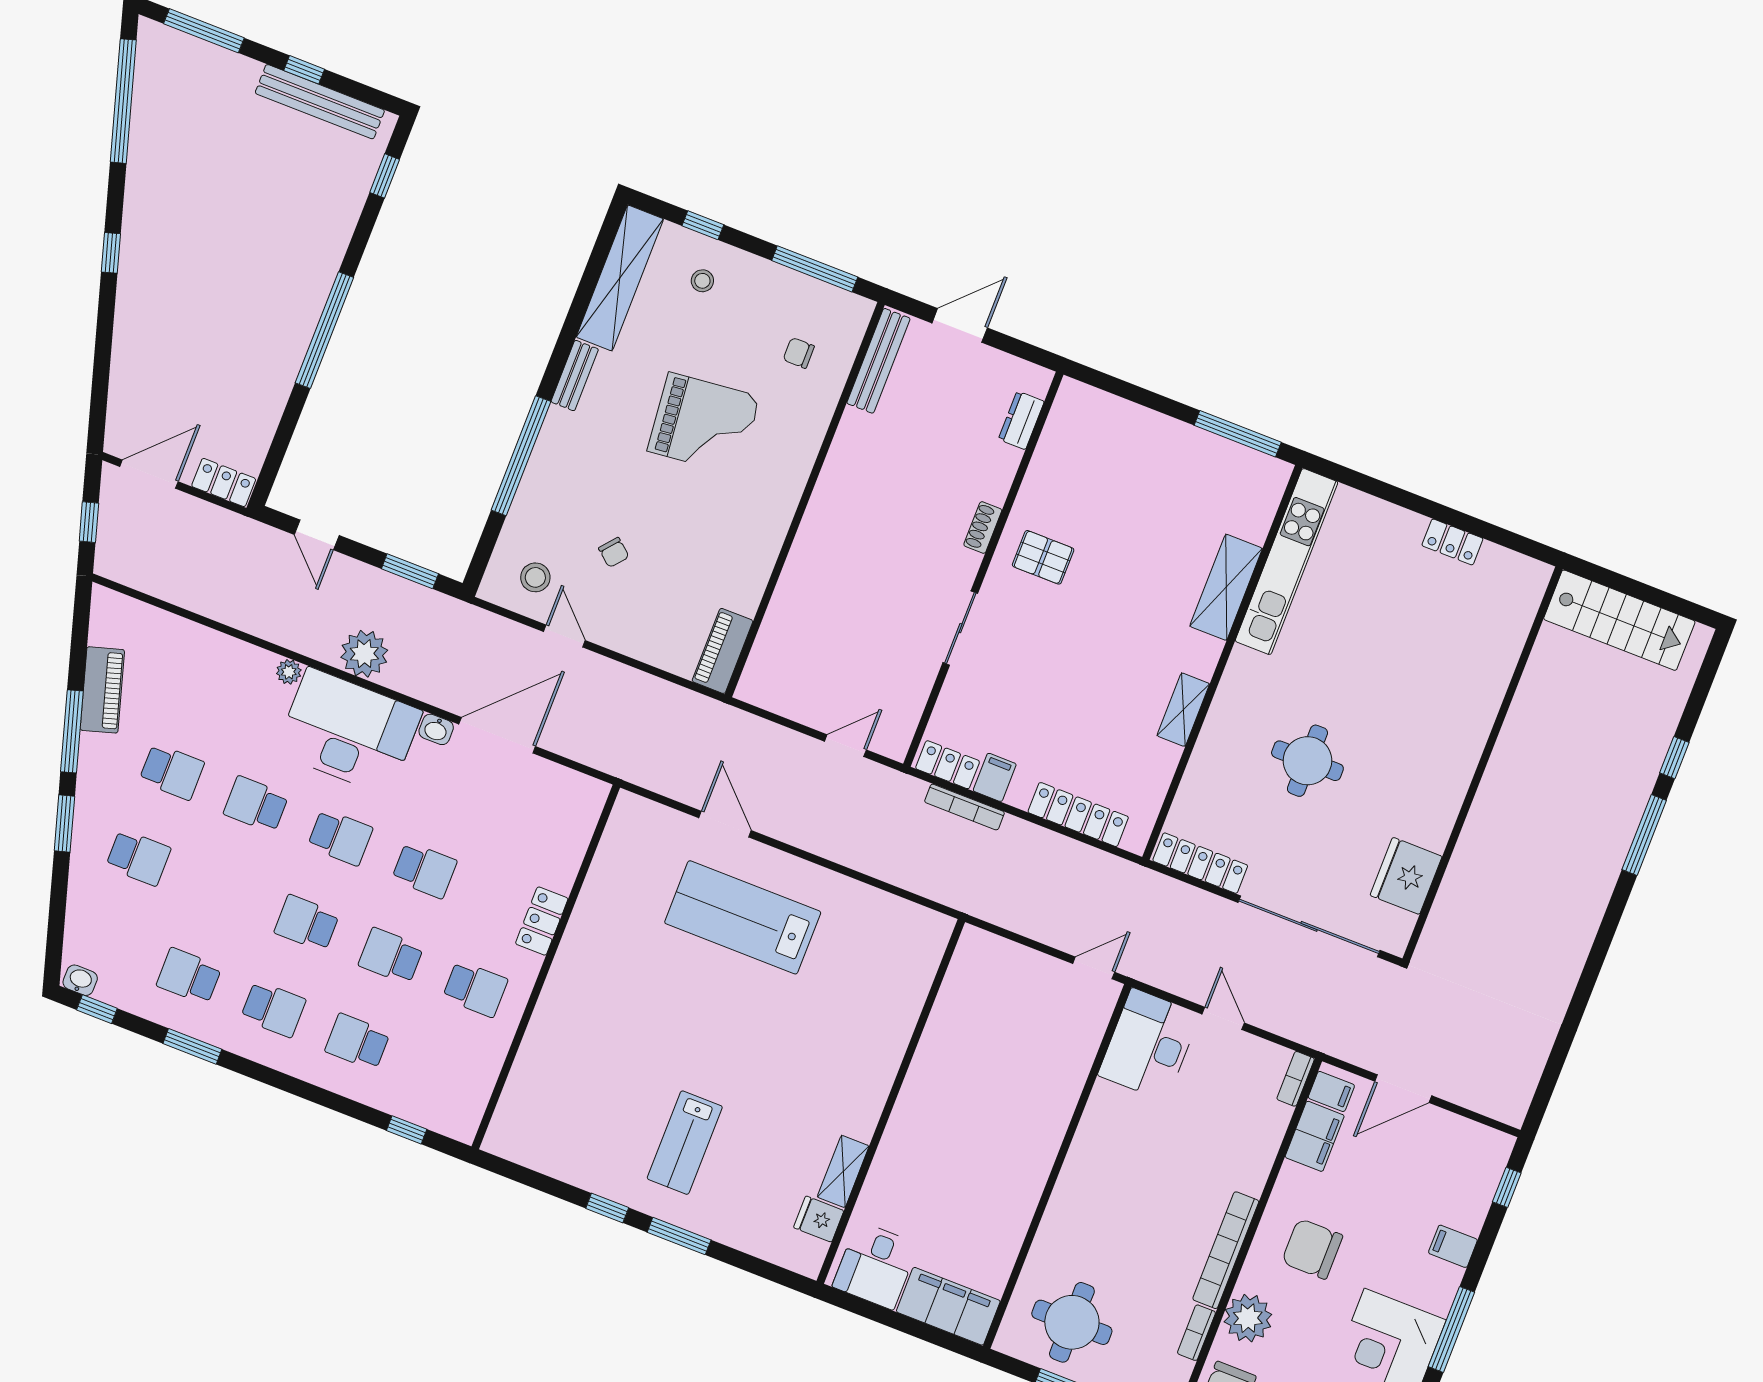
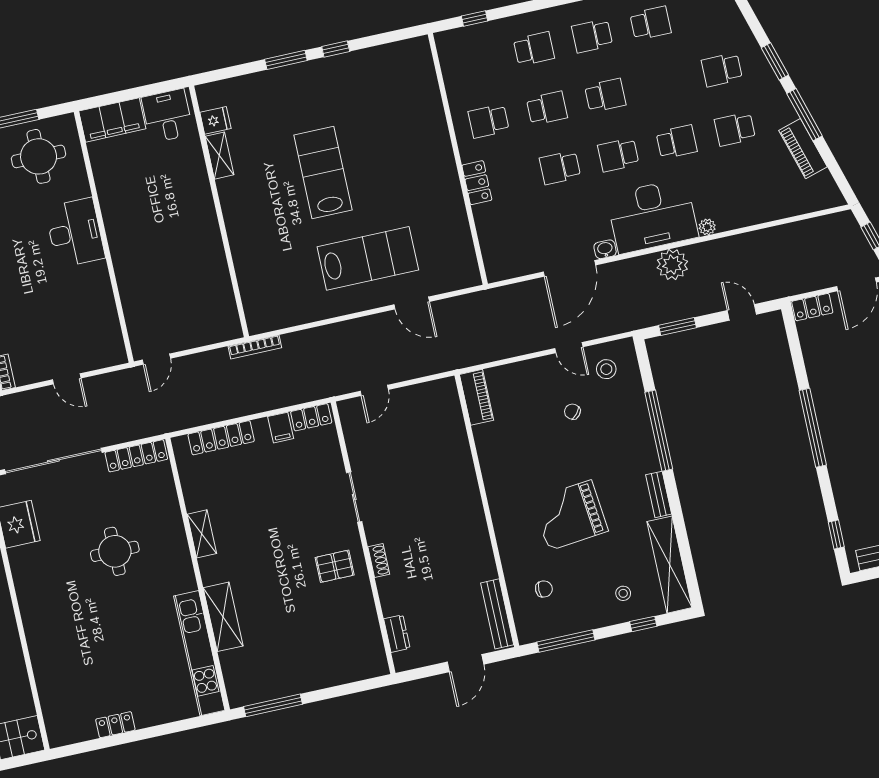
bookcase: (965, 807) -> (255, 347), moved, turned 180
desk: (1149, 1045) -> (75, 233), moved
lab bench: (685, 1143) -> (323, 173), moved, width x1.36, depth x1.39

